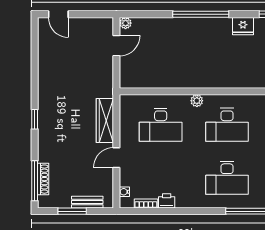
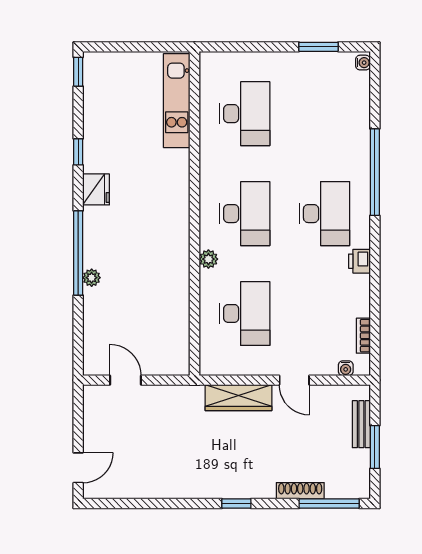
plant: (126, 23) -> (92, 278), moved
shoe rack: (43, 179) -> (300, 491), moved
printer: (167, 201) -> (359, 261), moved

